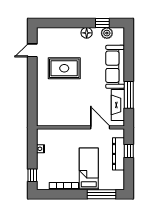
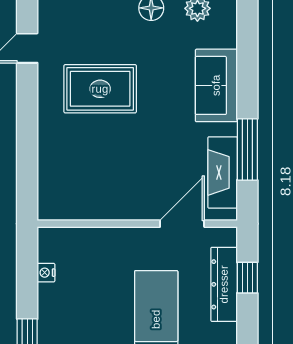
sofa: (115, 67) -> (216, 85), width x0.73
door: (100, 127) -> (182, 224), hinge flipped

